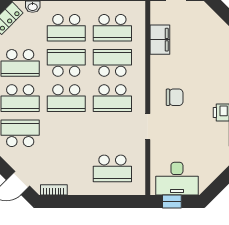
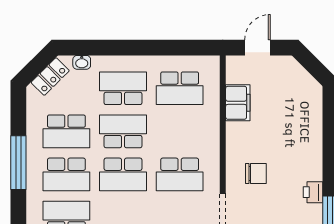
school desk: (66, 28) -> (123, 88), turned 180
school desk: (112, 63) -> (180, 131), removed

